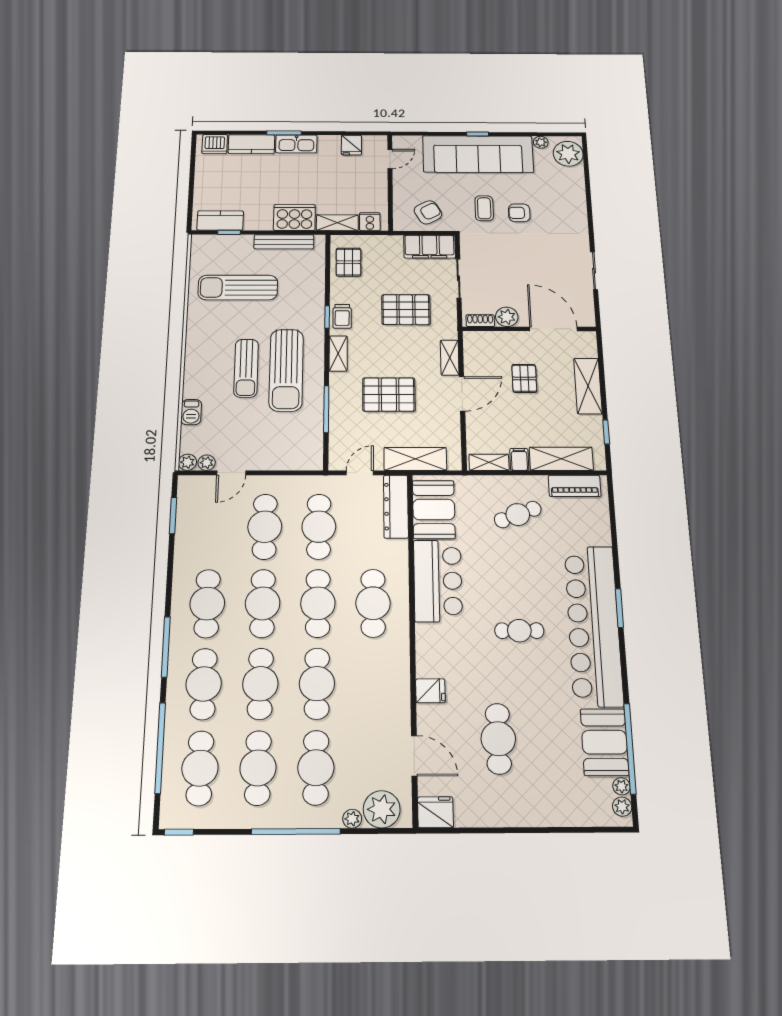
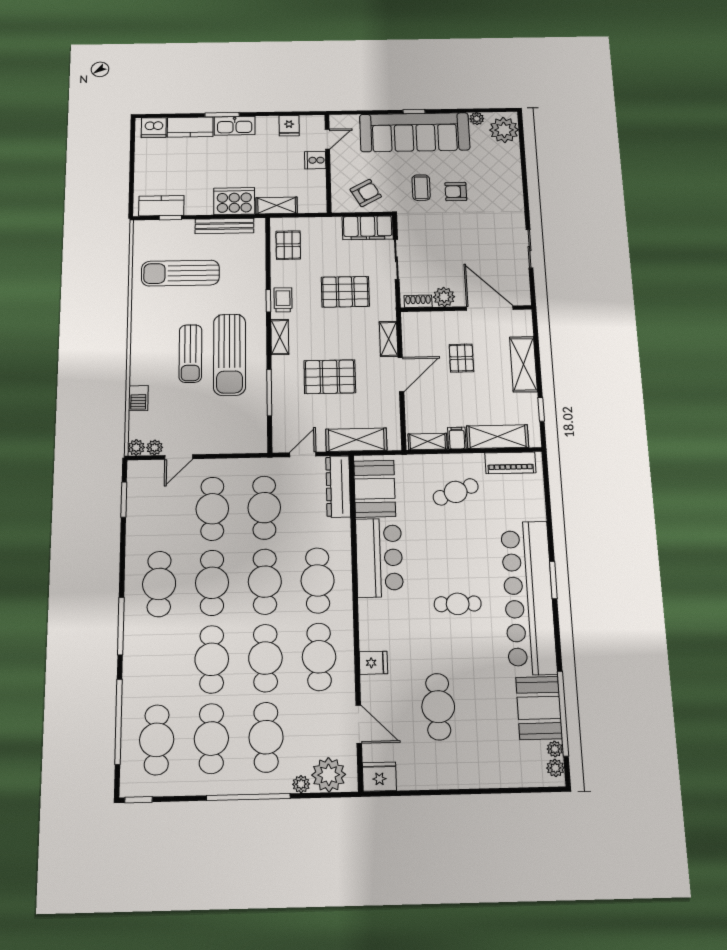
cooker: (370, 222) -> (315, 160), moved, turned -90
trolley: (342, 316) -> (283, 300), turned 180
cafe table: (204, 684) -> (319, 657), moved

